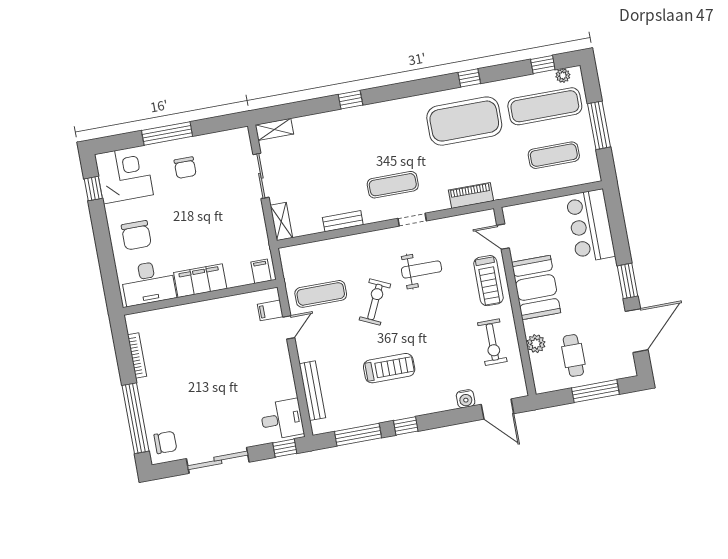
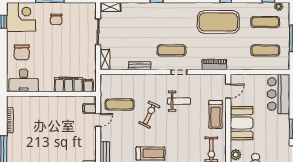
exercise mat: (545, 106) -> (265, 22), width x0.73, depth x0.69
door: (503, 237) -> (228, 91), swing flipped
filing cabinet: (200, 281) -> (69, 85), moved

